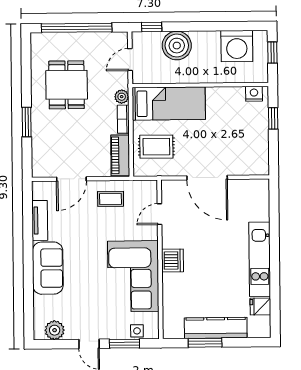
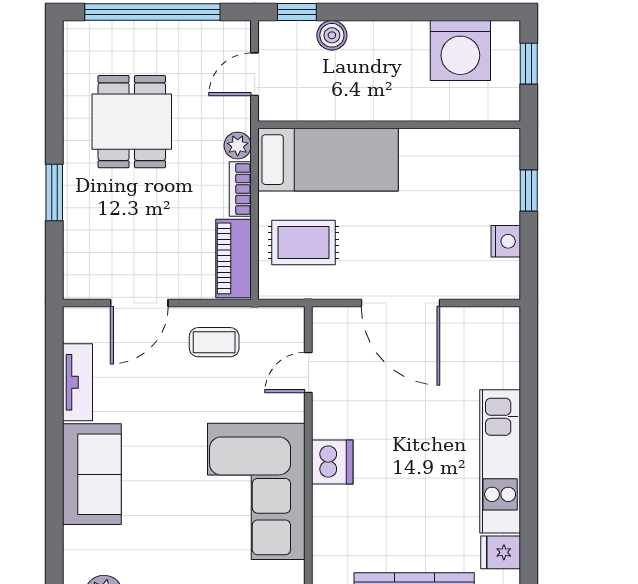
boiler: (177, 46) -> (332, 35), width x0.54, depth x0.54
nightstand: (254, 94) -> (506, 241), moved, turned 90

